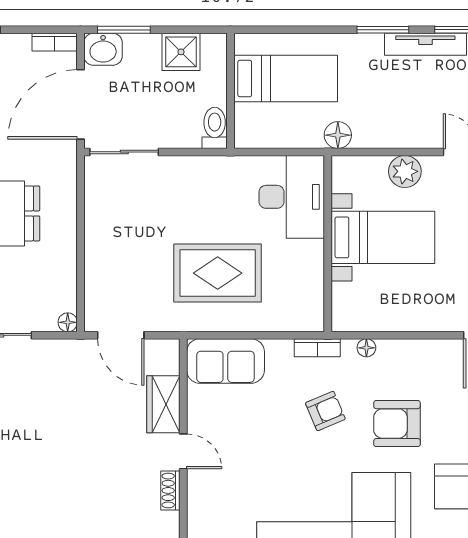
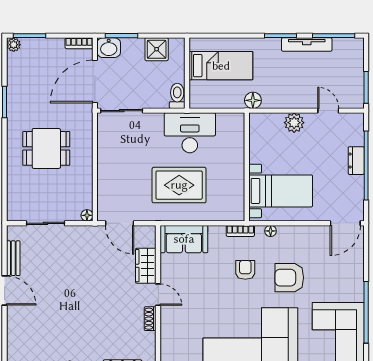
desk: (292, 197) -> (190, 133), moved, turned -90
bed with nightstands: (383, 237) -> (281, 191), moved
armchair: (325, 411) -> (245, 270), turned -67

